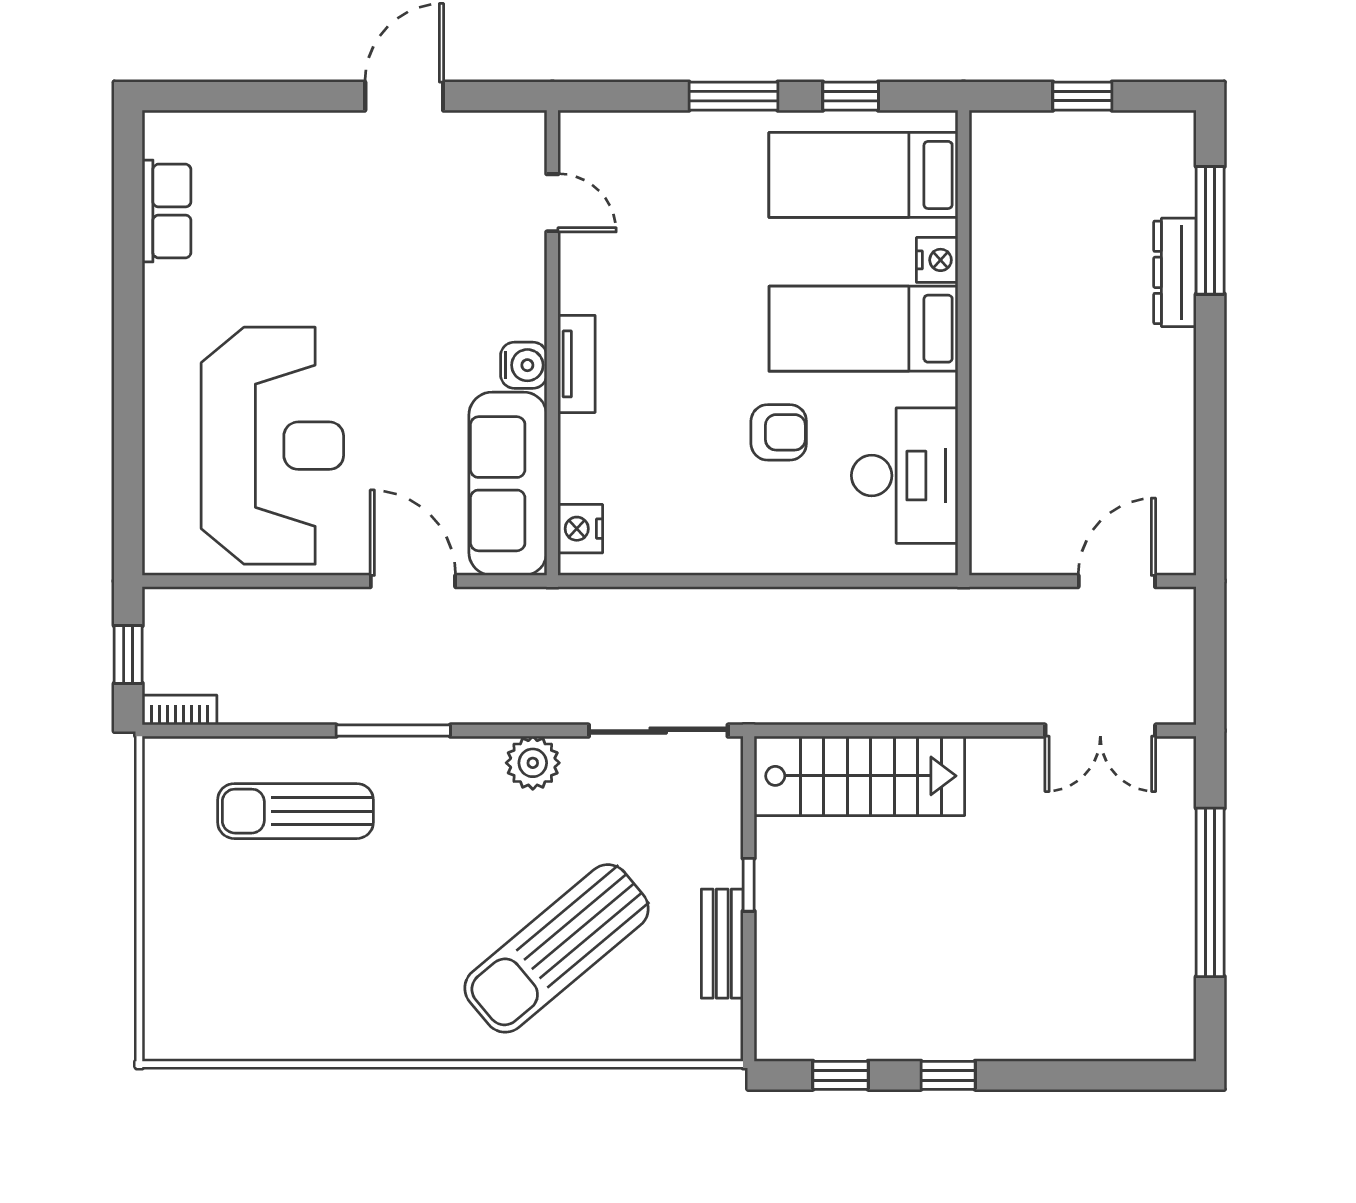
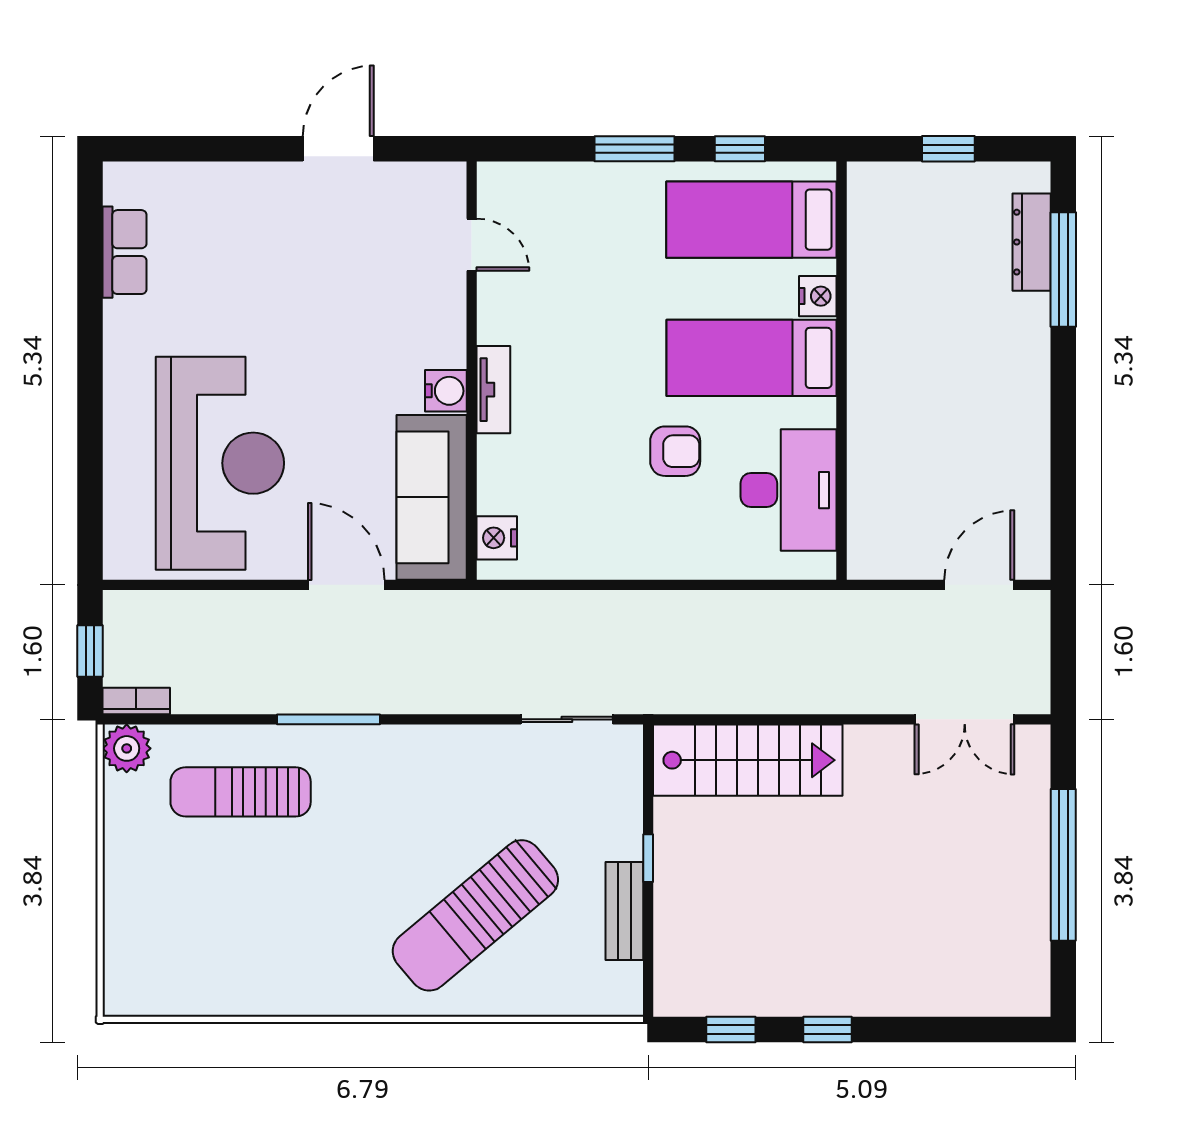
dresser: (1175, 272) -> (1032, 242), moved
sliding door: (658, 731) -> (567, 719), width x0.73
plant: (533, 763) -> (127, 748), moved

